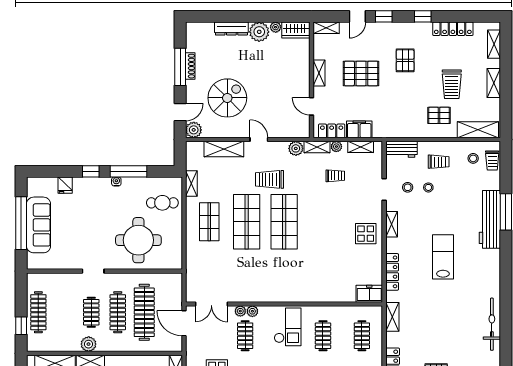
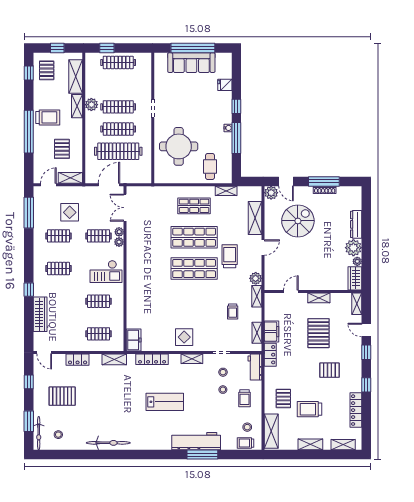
spiral stairs: (227, 98) -> (298, 221), turned -90
locker: (332, 131) -> (270, 355), moved
plant: (336, 147) -> (257, 312), removed
clothes rail: (91, 312) -> (118, 107), width x1.36

